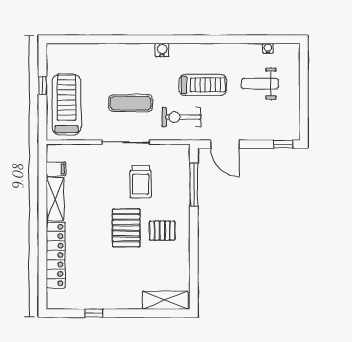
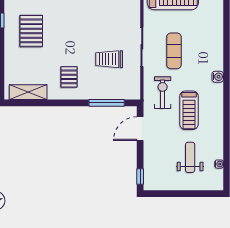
pallet: (126, 228) -> (31, 31), moved, turned 90
shelving: (165, 300) -> (28, 92), moved, turned 90

